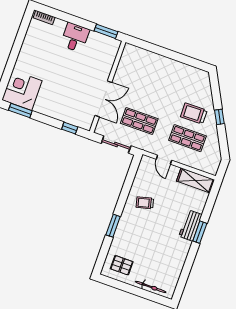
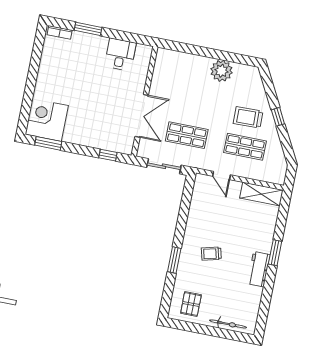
window: (106, 31) -> (88, 29), moved
desk: (75, 37) -> (120, 54), moved
plant: (177, 71) -> (222, 71), added
trolley: (145, 203) -> (211, 254), moved
workbench: (190, 225) -> (259, 269), moved
pallet: (122, 265) -> (191, 304), turned 90

